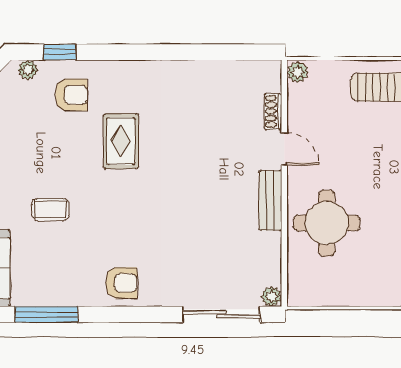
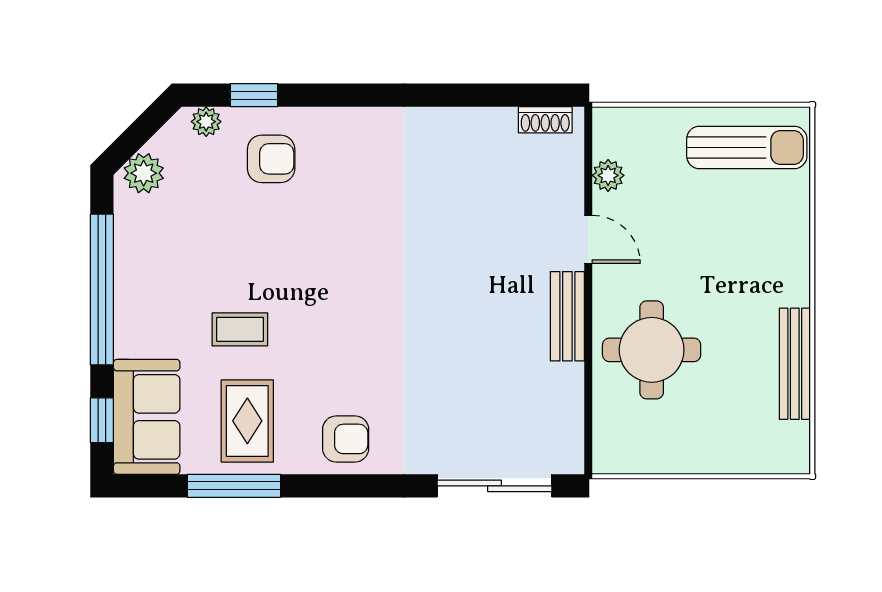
plant: (298, 72) -> (608, 175), moved
shoe rack: (273, 111) -> (545, 120), moved, turned -90
rug: (121, 141) -> (247, 421), moved
plant: (271, 296) -> (569, 459), removed

